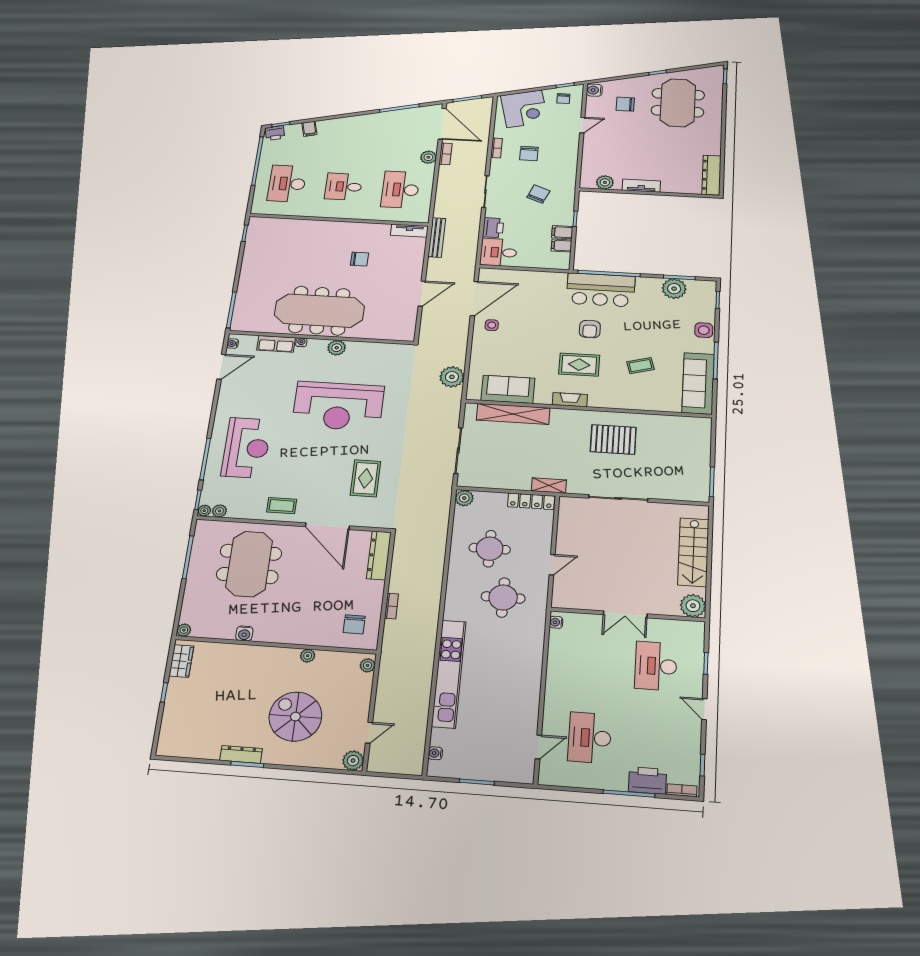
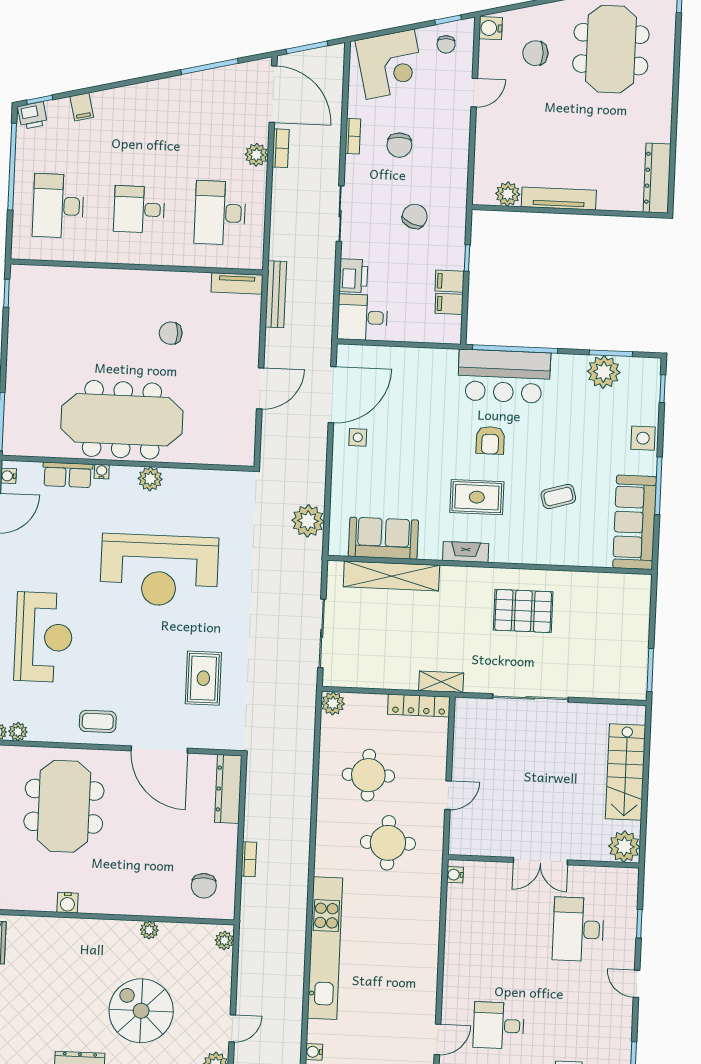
tv unit: (641, 186) -> (559, 199), width x1.41
chair: (359, 259) -> (171, 333), turned 180
desk: (590, 738) -> (499, 1026), width x0.73

